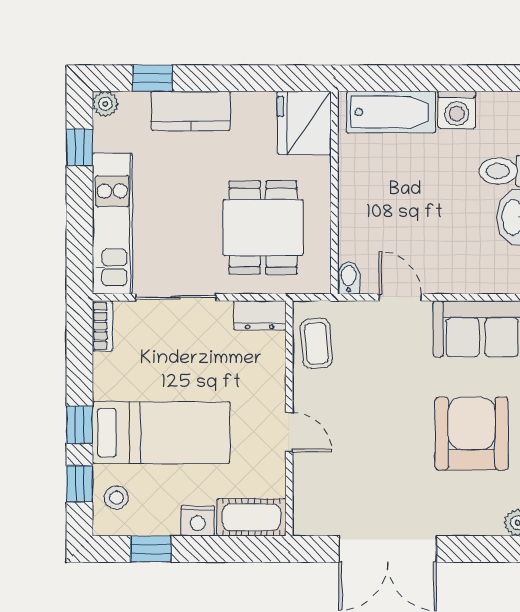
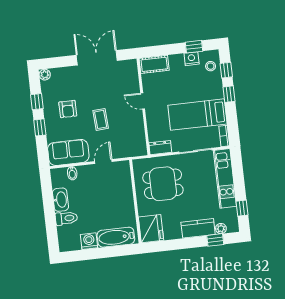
plant: (105, 104) -> (221, 229), moved
dining table: (263, 228) -> (163, 184), turned 90
bidet: (349, 278) -> (72, 173), moved
door: (400, 297) -> (103, 162), swing flipped
coffee table: (316, 343) -> (101, 119), moved
bed: (161, 433) -> (197, 115), moved
armchair: (472, 434) -> (68, 109), width x0.53, depth x0.53
nightstand: (198, 521) -> (192, 59), moved

